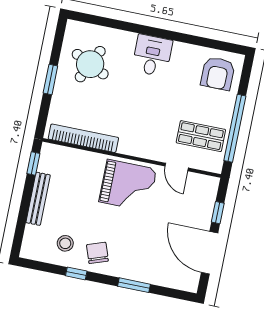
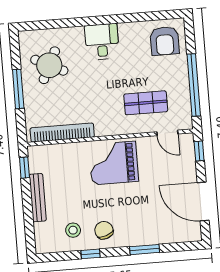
window: (50, 80) -> (18, 89), width x1.44
shop shelf: (201, 136) -> (146, 103), moved
door: (177, 167) -> (167, 133), moved
grand piano: (128, 185) -> (114, 163), turned 180
window: (218, 213) -> (199, 151), moved

